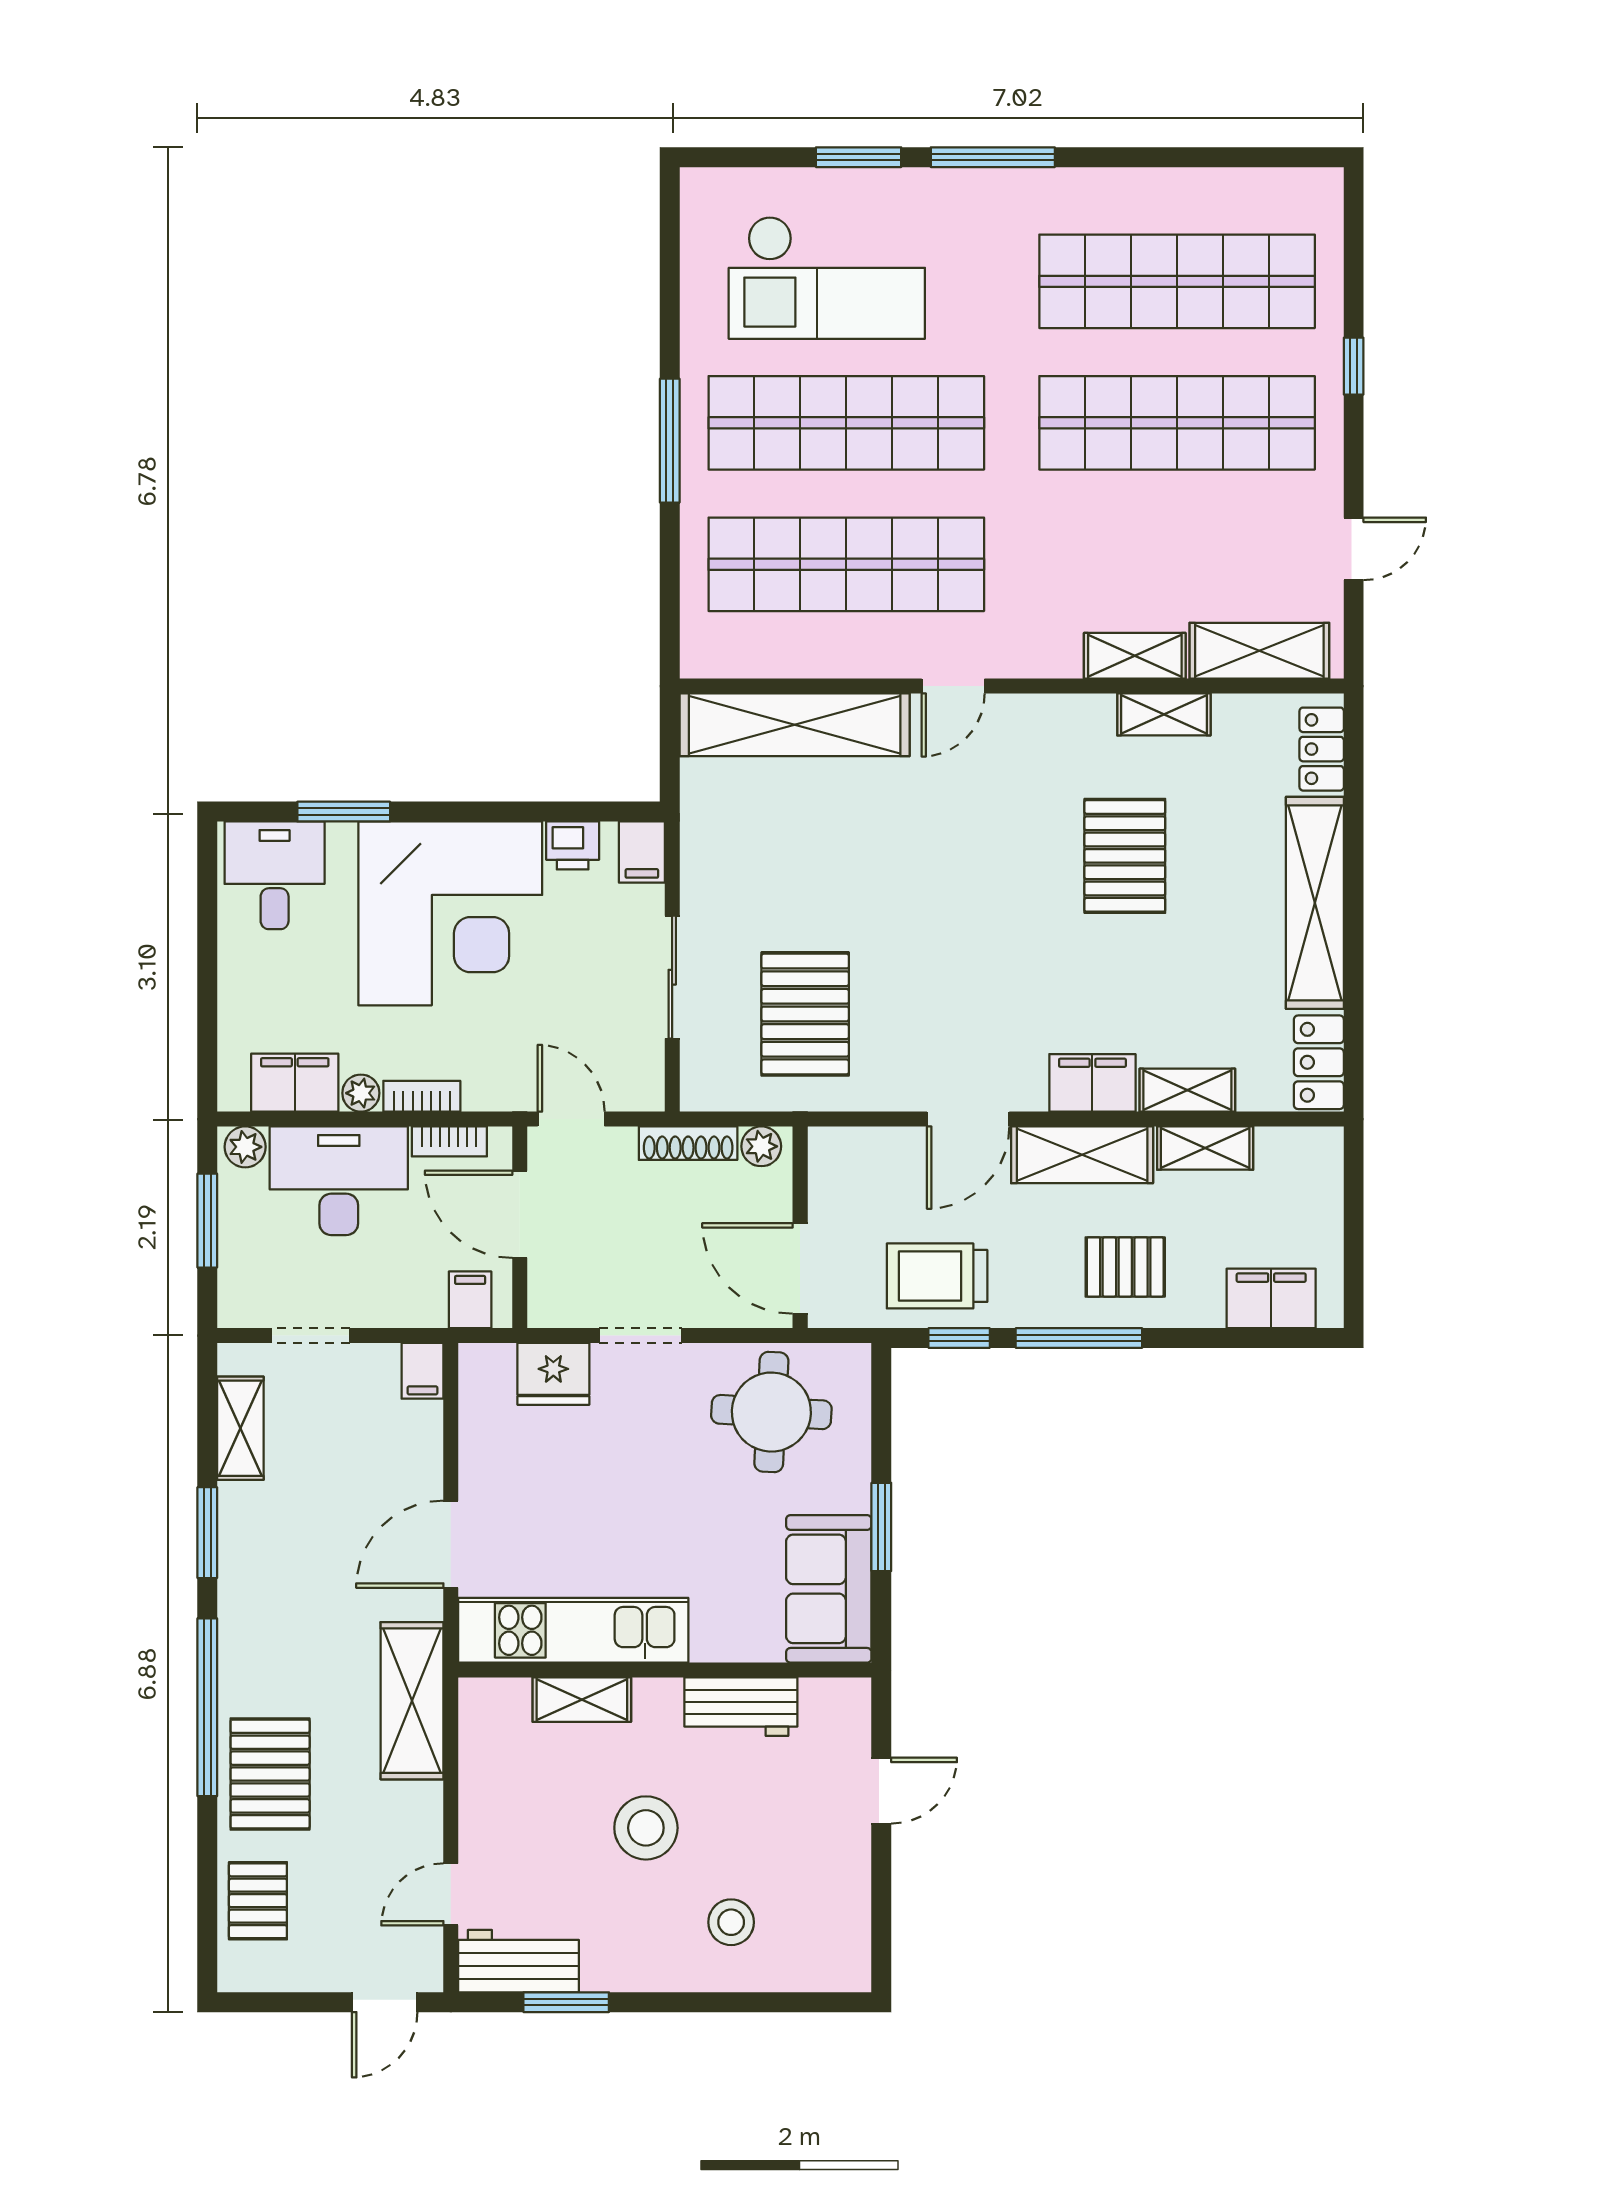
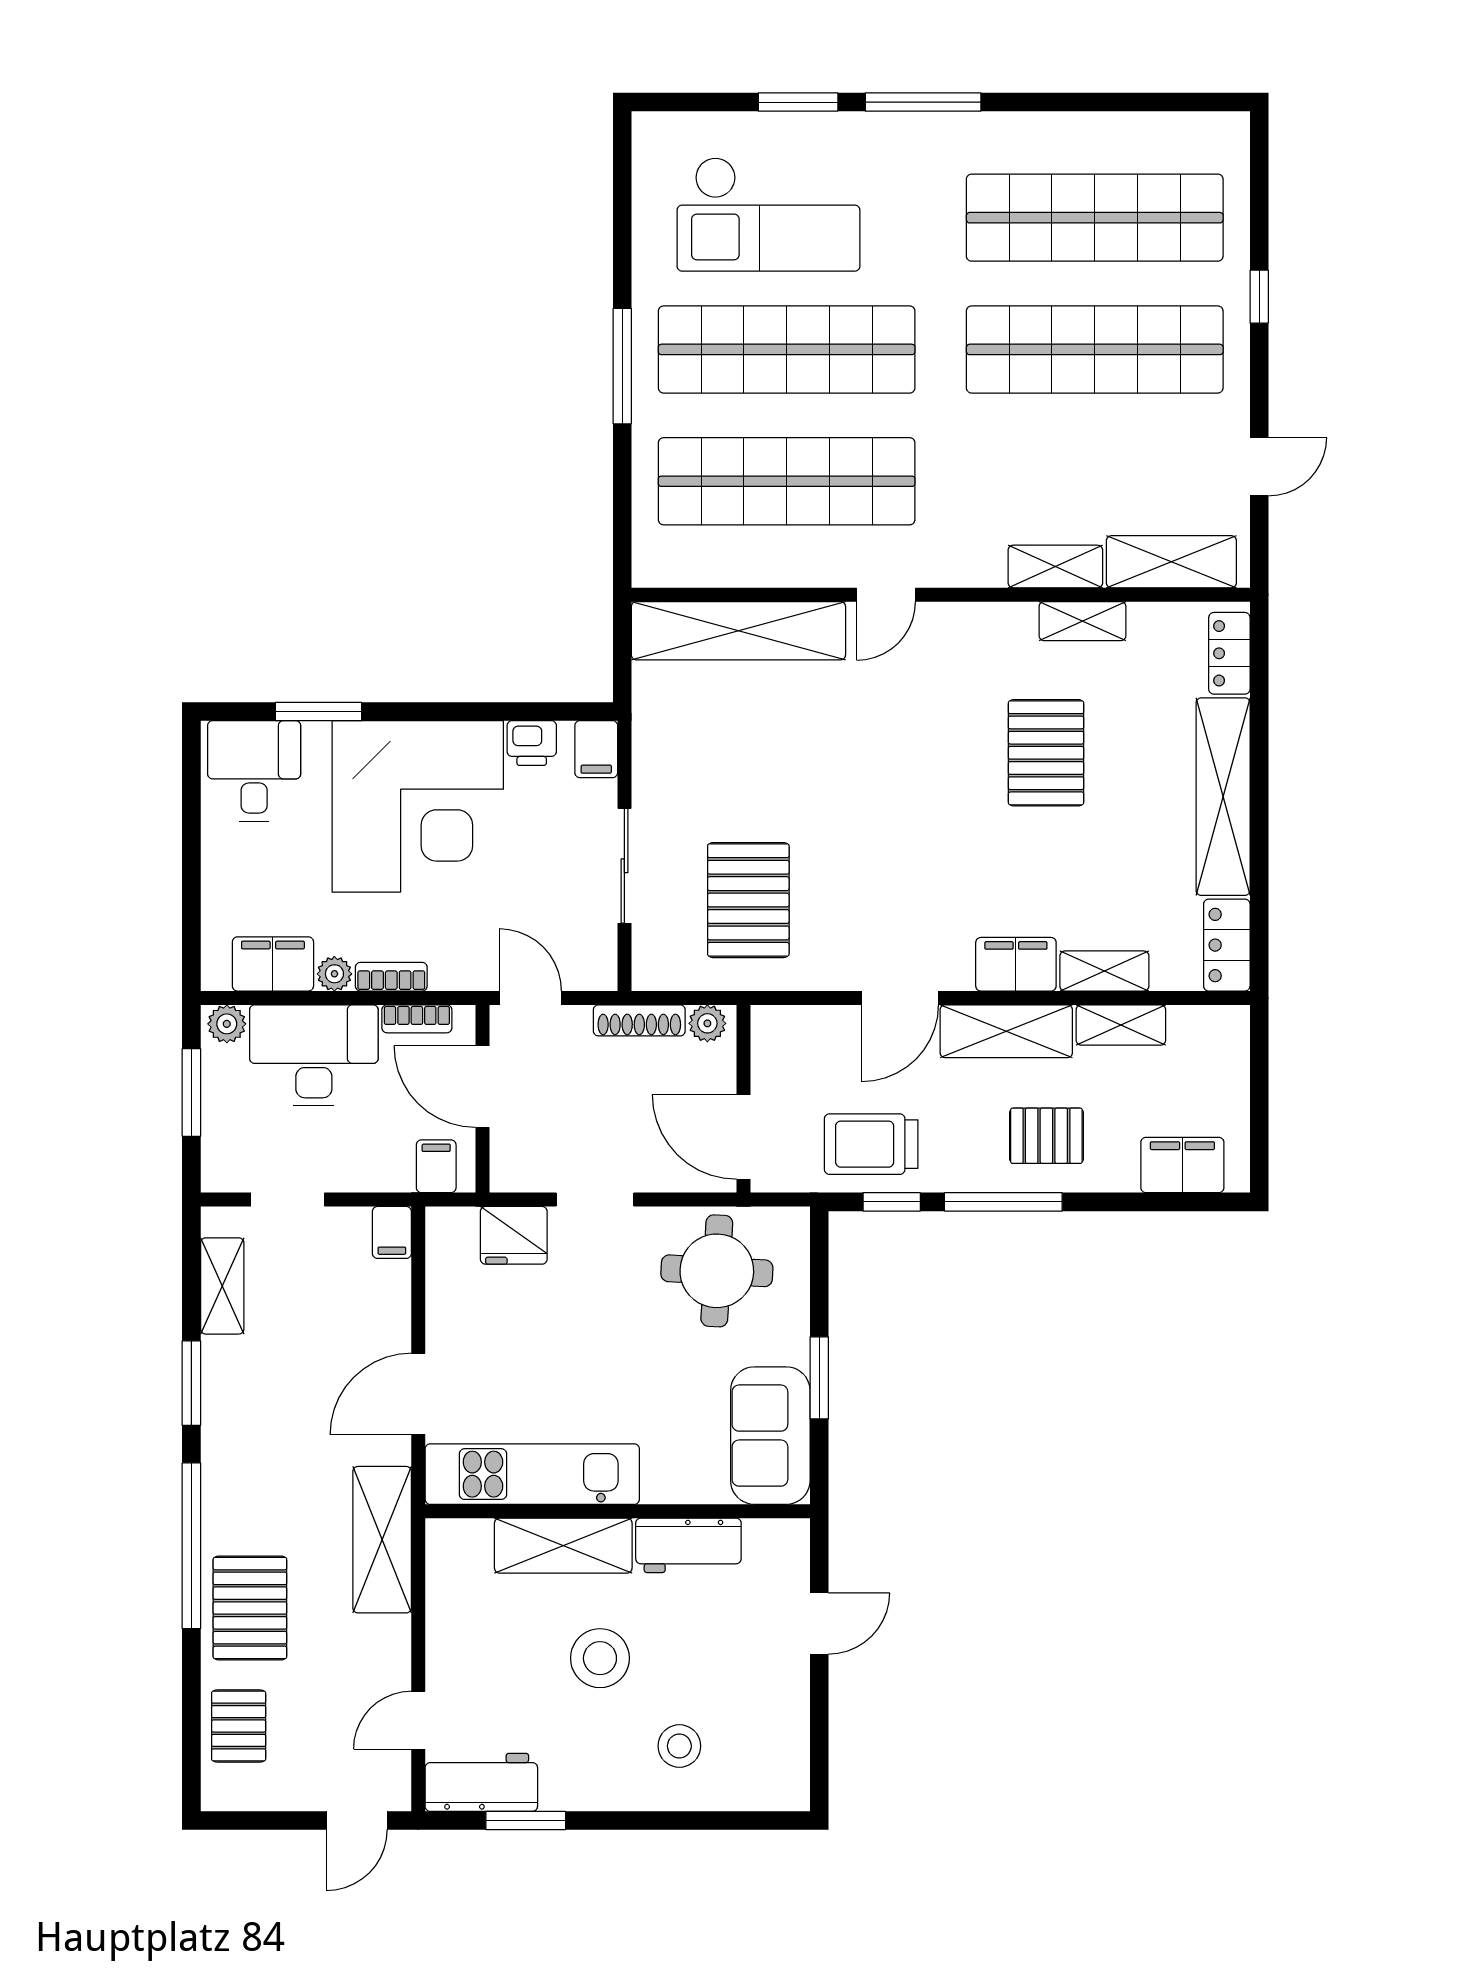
shelving: (582, 1700) -> (563, 1546), width x1.50, depth x1.33

